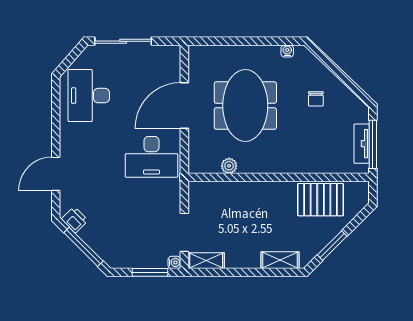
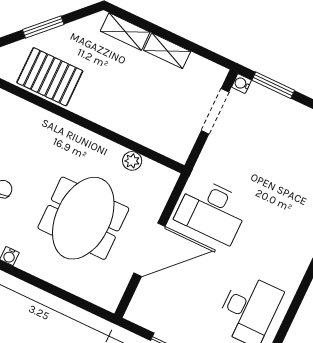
desk: (151, 157) -> (212, 211), turned 180
window: (332, 246) -> (43, 27), moved
shelving: (206, 261) -> (167, 51), moved

